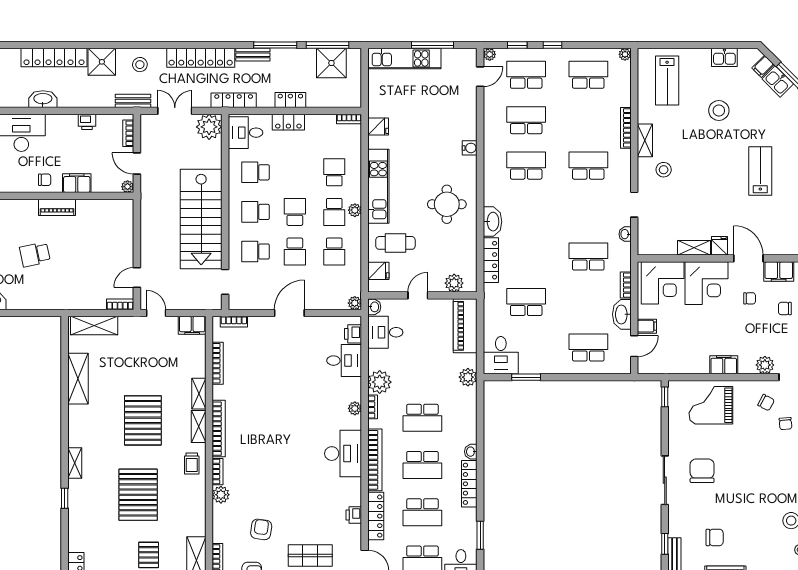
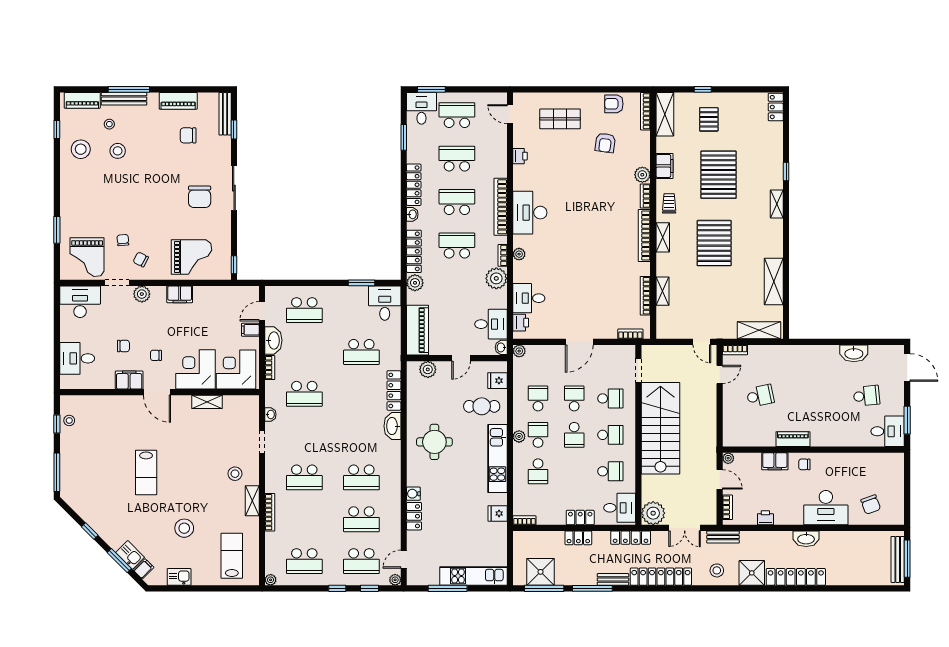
locker: (469, 124) -> (414, 516), added
fridge: (720, 246) -> (183, 404), removed
school desk: (35, 254) -> (760, 396), moved
filing cabinet: (192, 325) -> (665, 166), moved, turned 90
shelving: (199, 394) -> (663, 291), moved
locker: (376, 516) -> (414, 251), moved, turned 180

